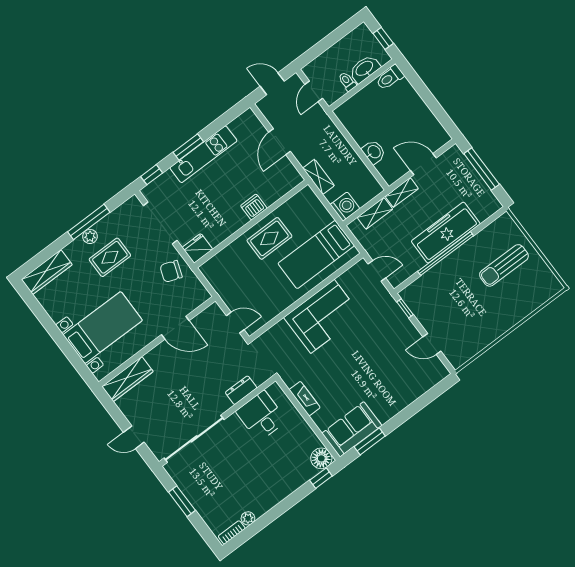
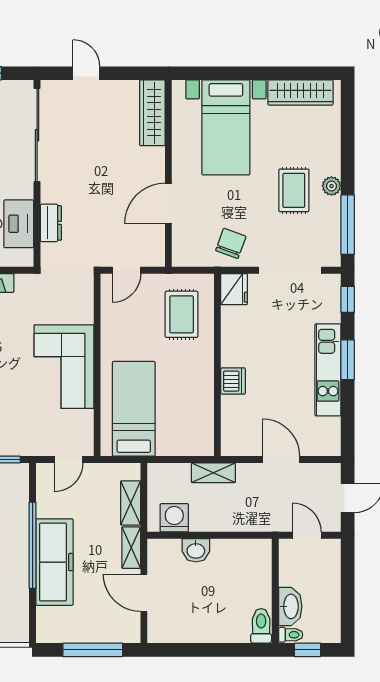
toilet: (347, 82) -> (291, 635), moved
door: (423, 164) -> (144, 593), swing flipped
washing machine: (345, 207) -> (174, 518), moved, turned 180
window: (89, 222) -> (348, 225), moved
rug: (269, 238) -> (182, 314), moved
wardrobe: (47, 272) -> (300, 92), moved, turned -90
door: (134, 437) -> (86, 73), hinge flipped

